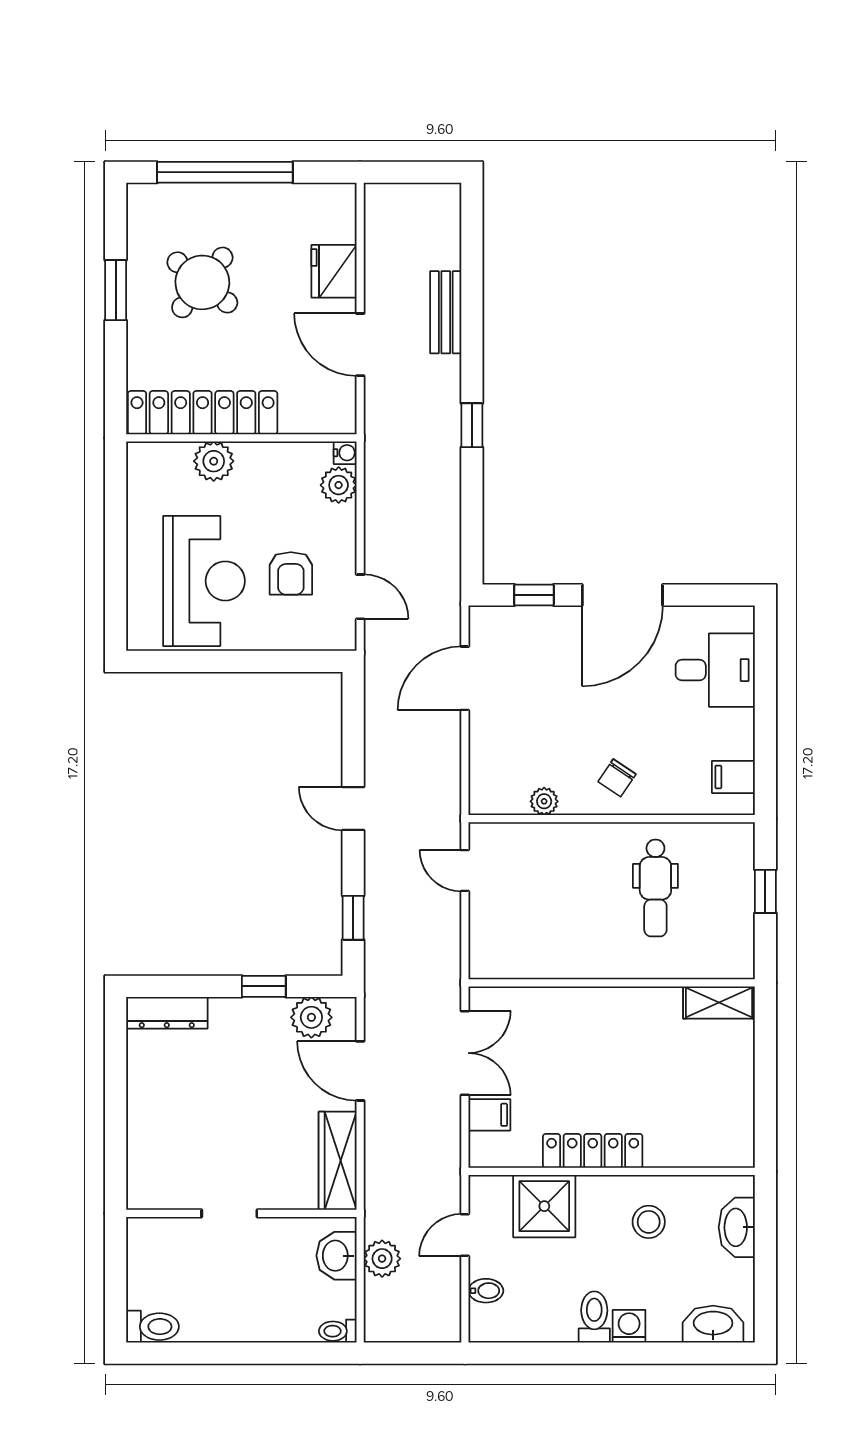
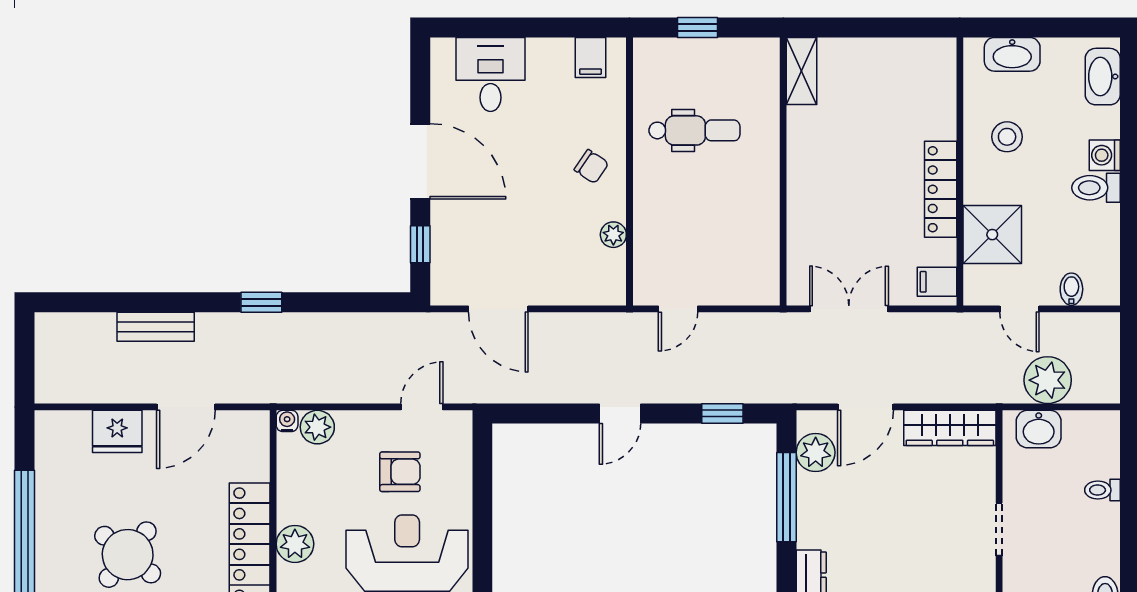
window: (264, 986) -> (786, 497), width x2.17
filing cabinet: (489, 1115) -> (937, 282), moved, turned -90
plant: (382, 1259) -> (1048, 380), width x1.36, depth x1.36
toilet: (338, 1331) -> (1102, 490), moved, turned 90

